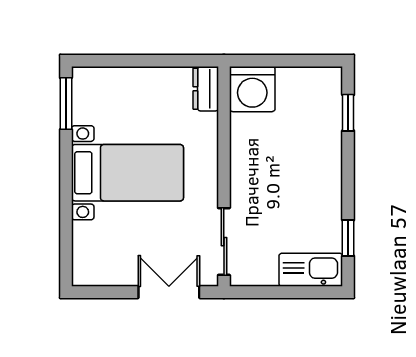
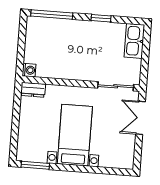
washing machine: (252, 89) -> (29, 70), width x0.53, depth x0.53
window: (348, 113) -> (52, 14), width x2.17
window: (348, 238) -> (101, 18), moved

